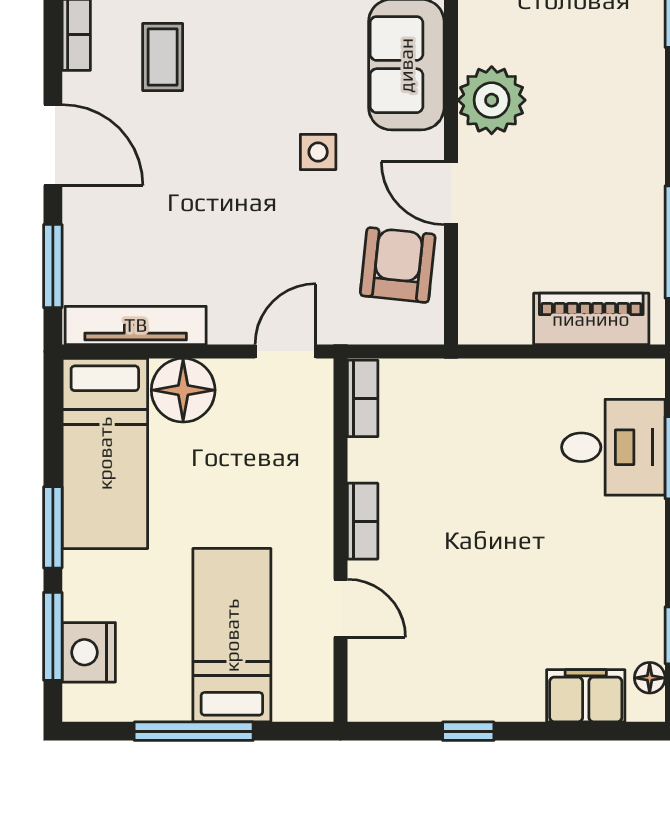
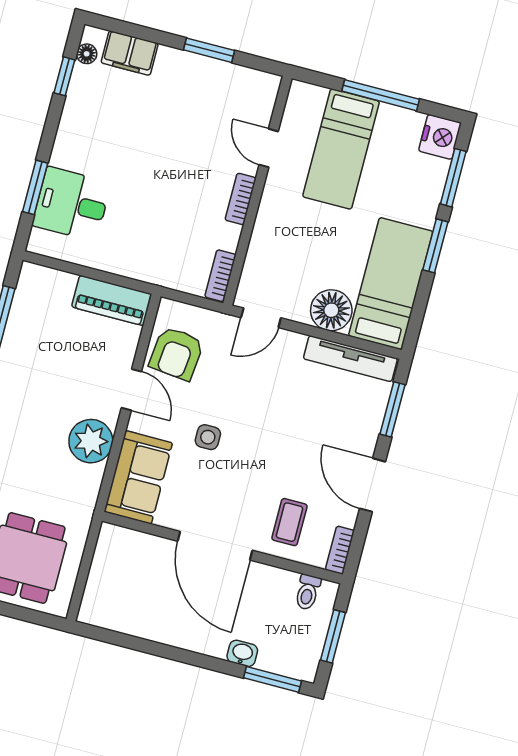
piano: (591, 319) -> (112, 300), moved
nightstand: (89, 652) -> (440, 137), moved
window: (468, 731) -> (209, 50), width x1.50

